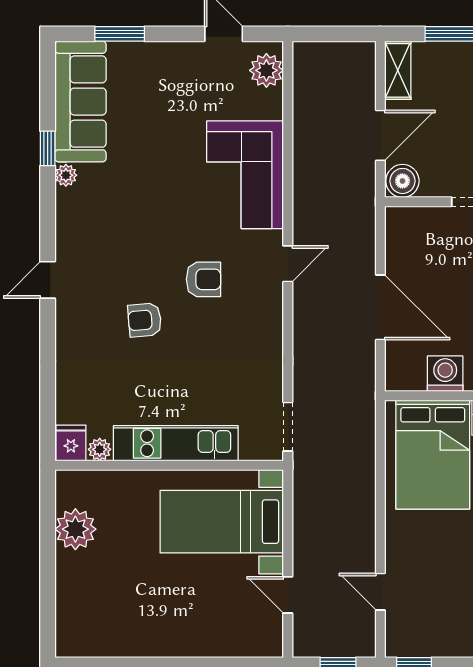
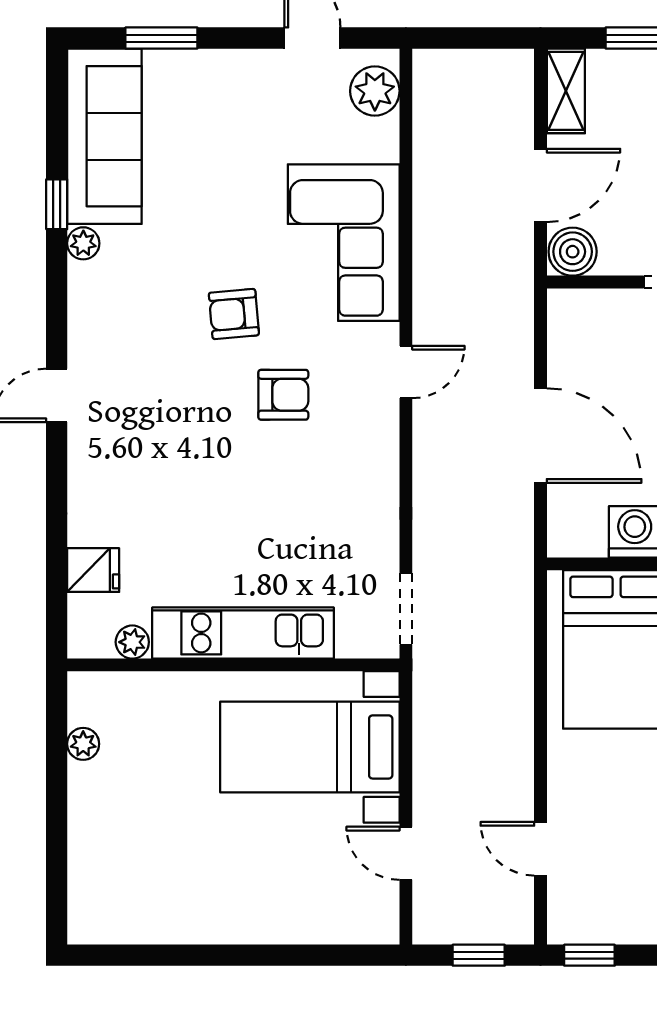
armchair: (145, 320) -> (234, 314), moved
fridge: (71, 443) -> (93, 570), moved, turned 90
plant: (75, 529) -> (83, 744), width x0.53, depth x0.53

